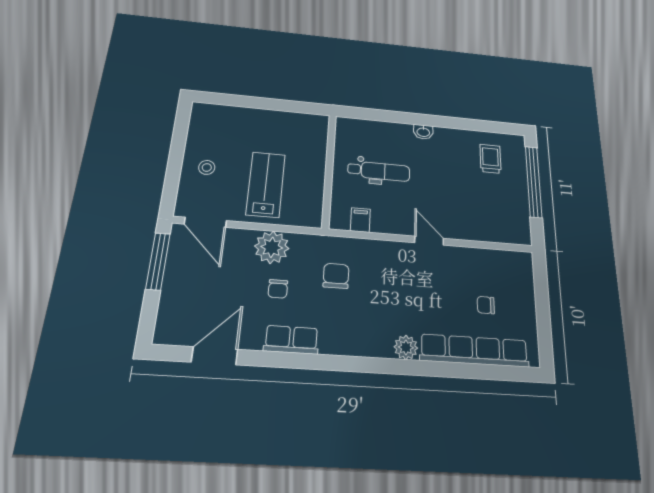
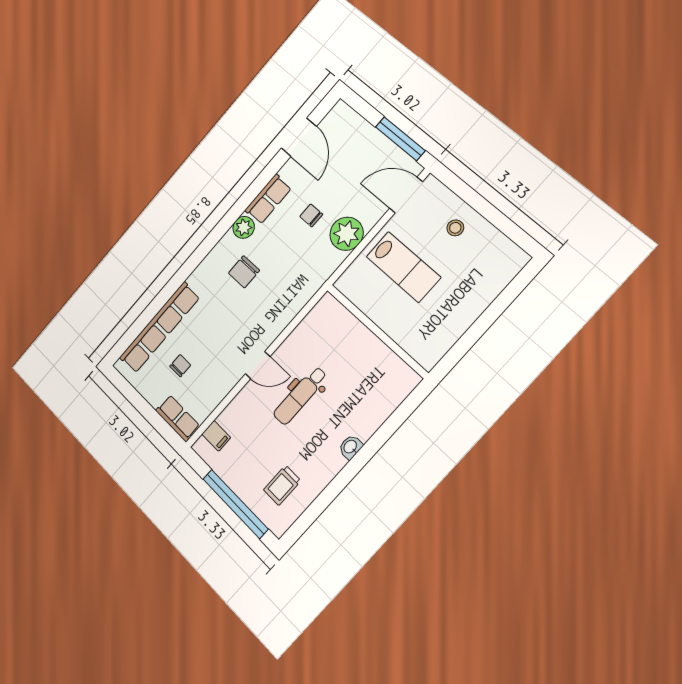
trolley: (490, 159) -> (282, 485), turned 90
dental chair: (379, 171) -> (300, 396), moved
filing cabinet: (360, 220) -> (216, 436), moved
row of seats: (523, 274) -> (178, 418), added
chair: (336, 276) -> (244, 272), moved, turned 90
plant: (406, 347) -> (244, 227), moved

